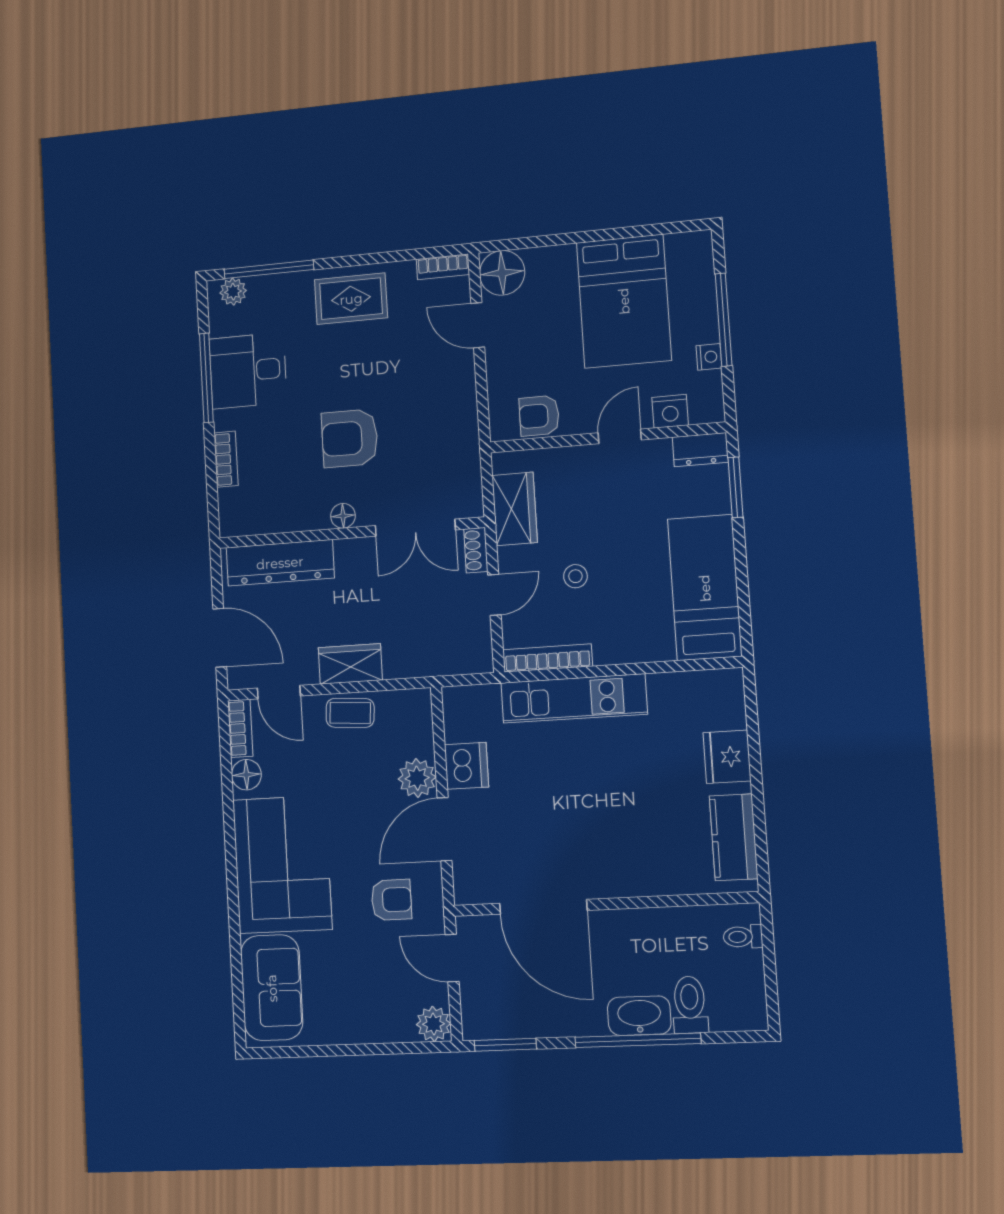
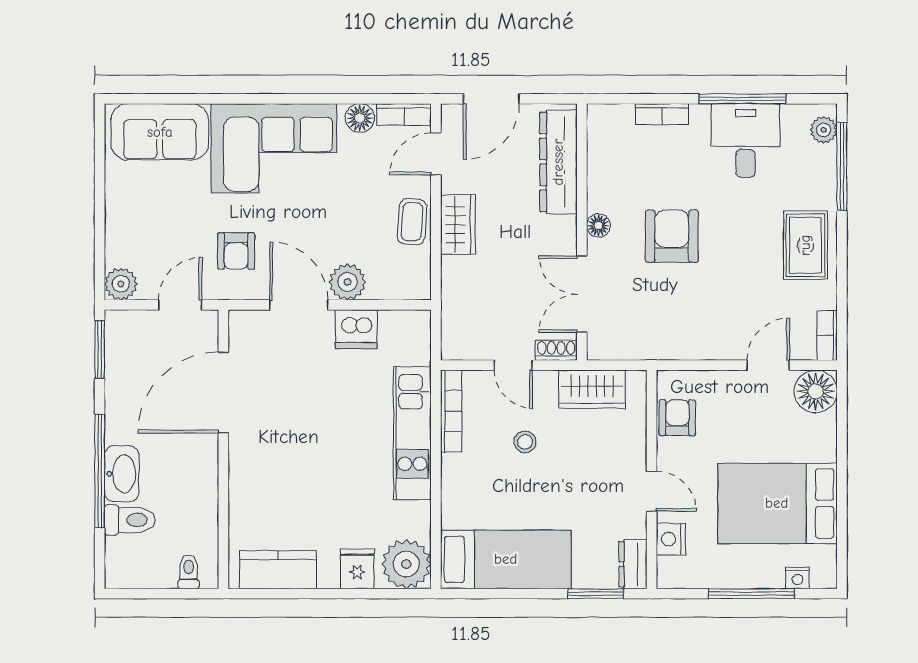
nightstand: (709, 357) -> (797, 578), moved
plant: (717, 696) -> (406, 564), added
fridge: (727, 757) -> (357, 569), width x0.72

